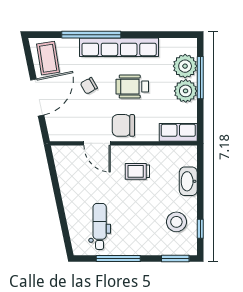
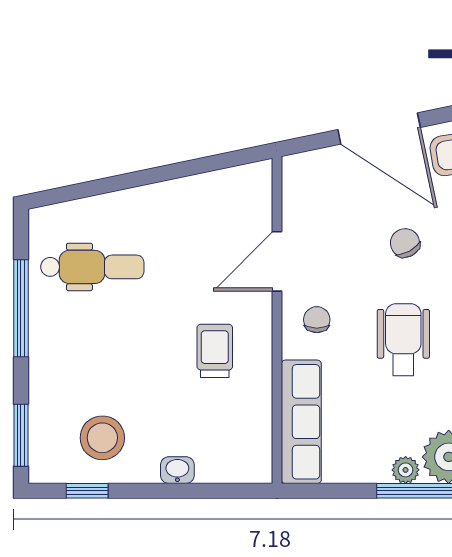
plant: (186, 91) -> (406, 470), width x0.53, depth x0.53
chair: (123, 125) -> (317, 320), width x0.54, depth x0.54
row of seats: (178, 132) -> (301, 422), width x1.48
washbasin: (188, 181) -> (177, 470), width x0.52, depth x0.69

